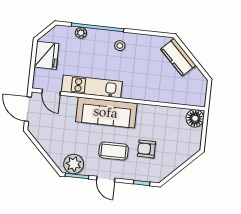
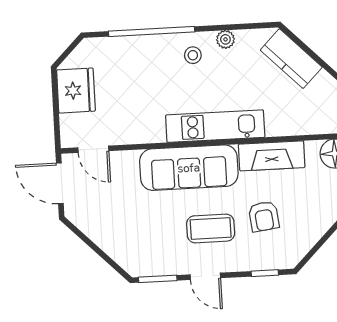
plant: (81, 33) -> (225, 39), moved
kitchen unit: (92, 86) -> (215, 126), moved
fireplace: (157, 114) -> (272, 156), added
armchair: (146, 149) -> (264, 216), turned -97
plant: (74, 164) -> (149, 260), removed

